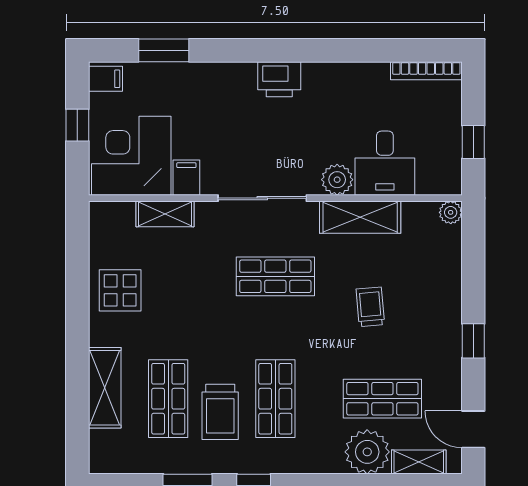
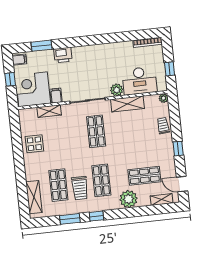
printer: (279, 79) -> (63, 55), moved
desk: (385, 163) -> (139, 81), width x1.37
shop shelf: (275, 276) -> (96, 131), turned 90
trolley: (370, 307) -> (163, 126), moved
shelving: (105, 388) -> (34, 197), moved
plant: (367, 452) -> (129, 199), moved

